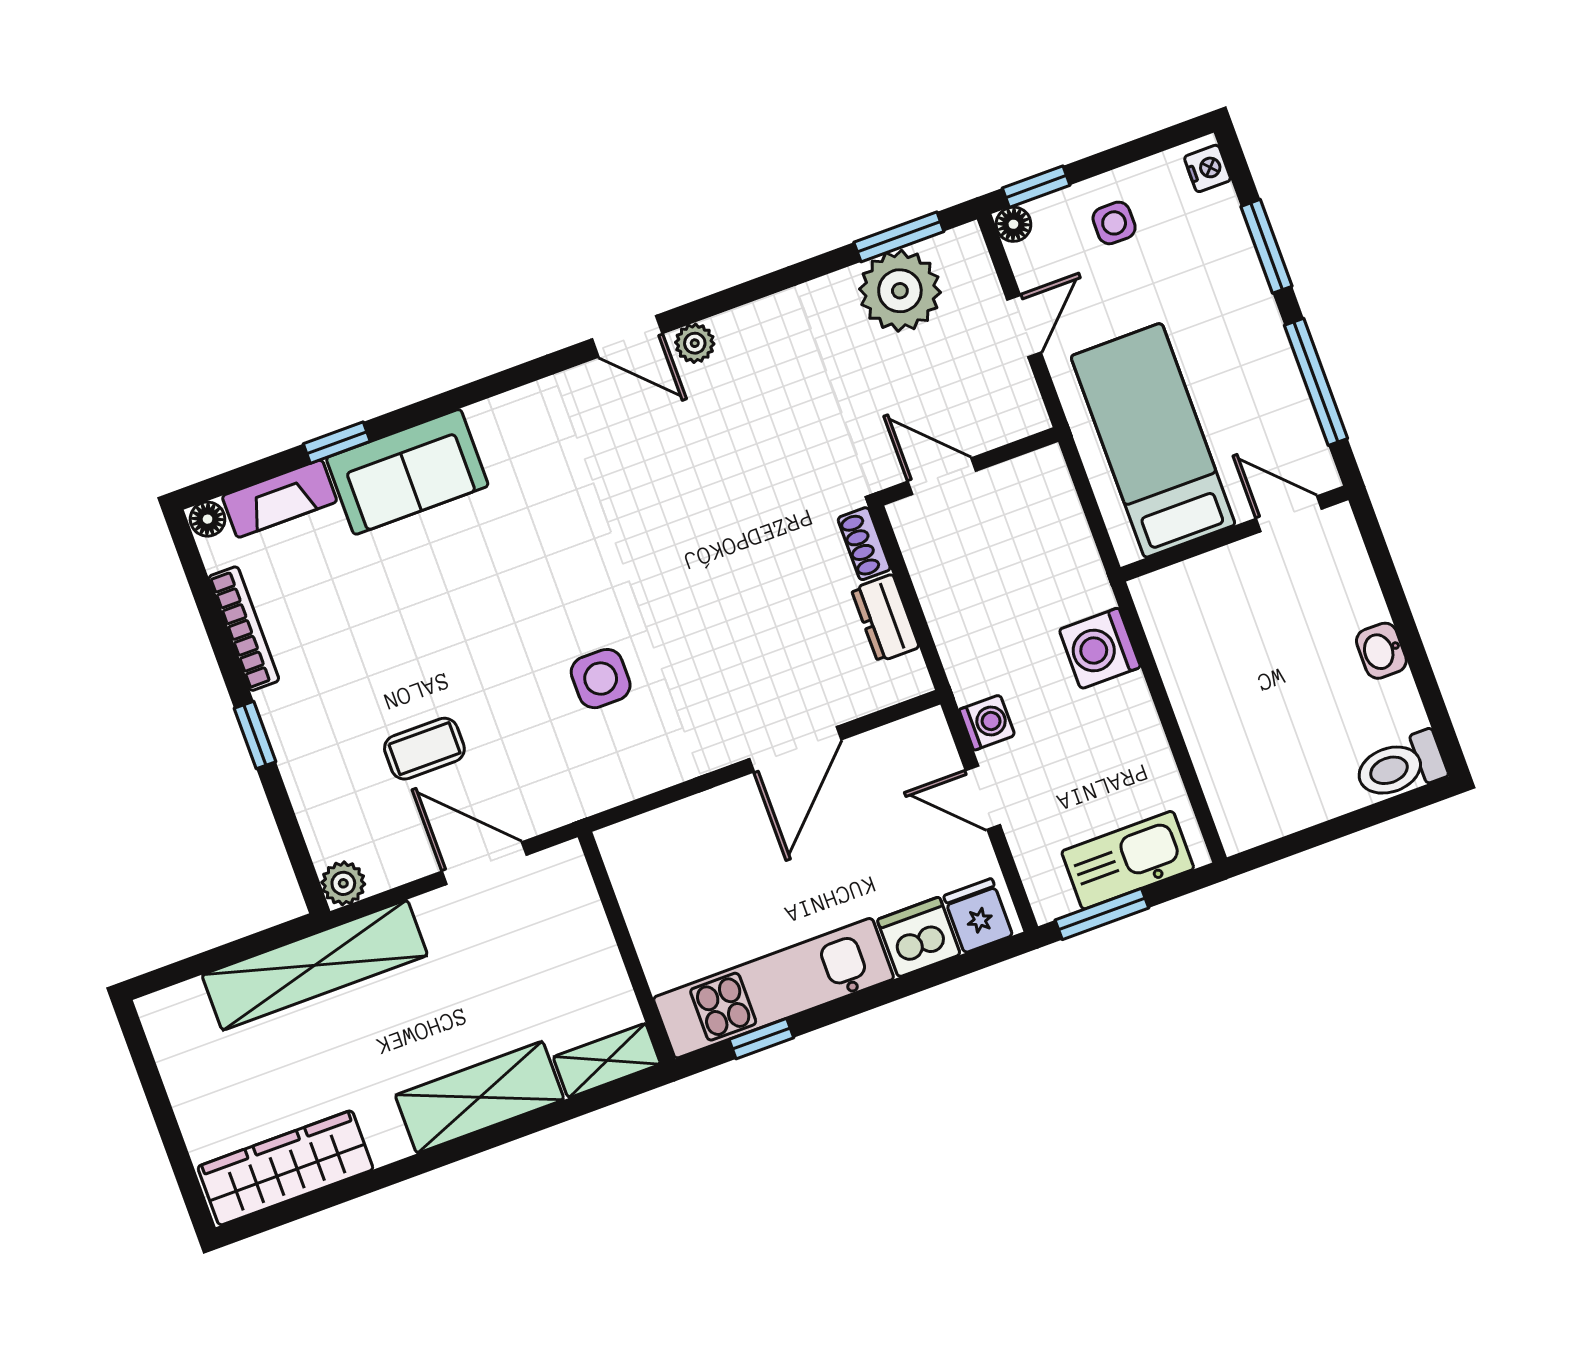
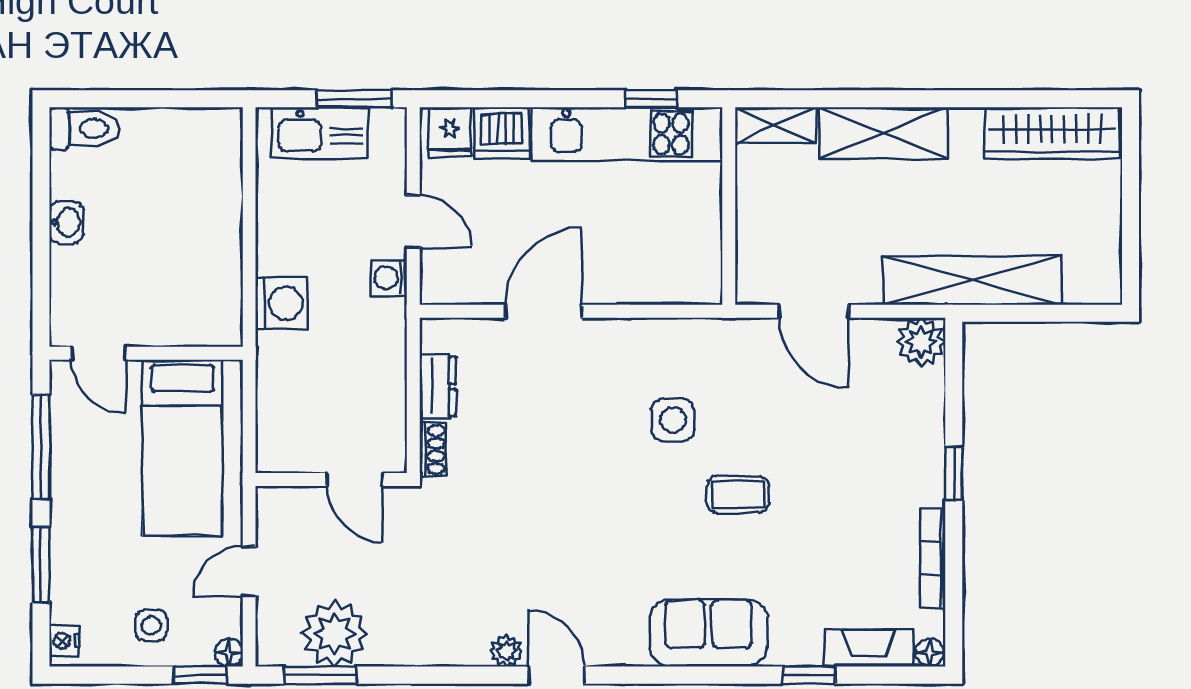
sofa: (407, 472) -> (708, 633), moved
coffee table: (424, 749) -> (738, 494), moved
plant: (343, 883) -> (921, 342), width x1.38, depth x1.38

